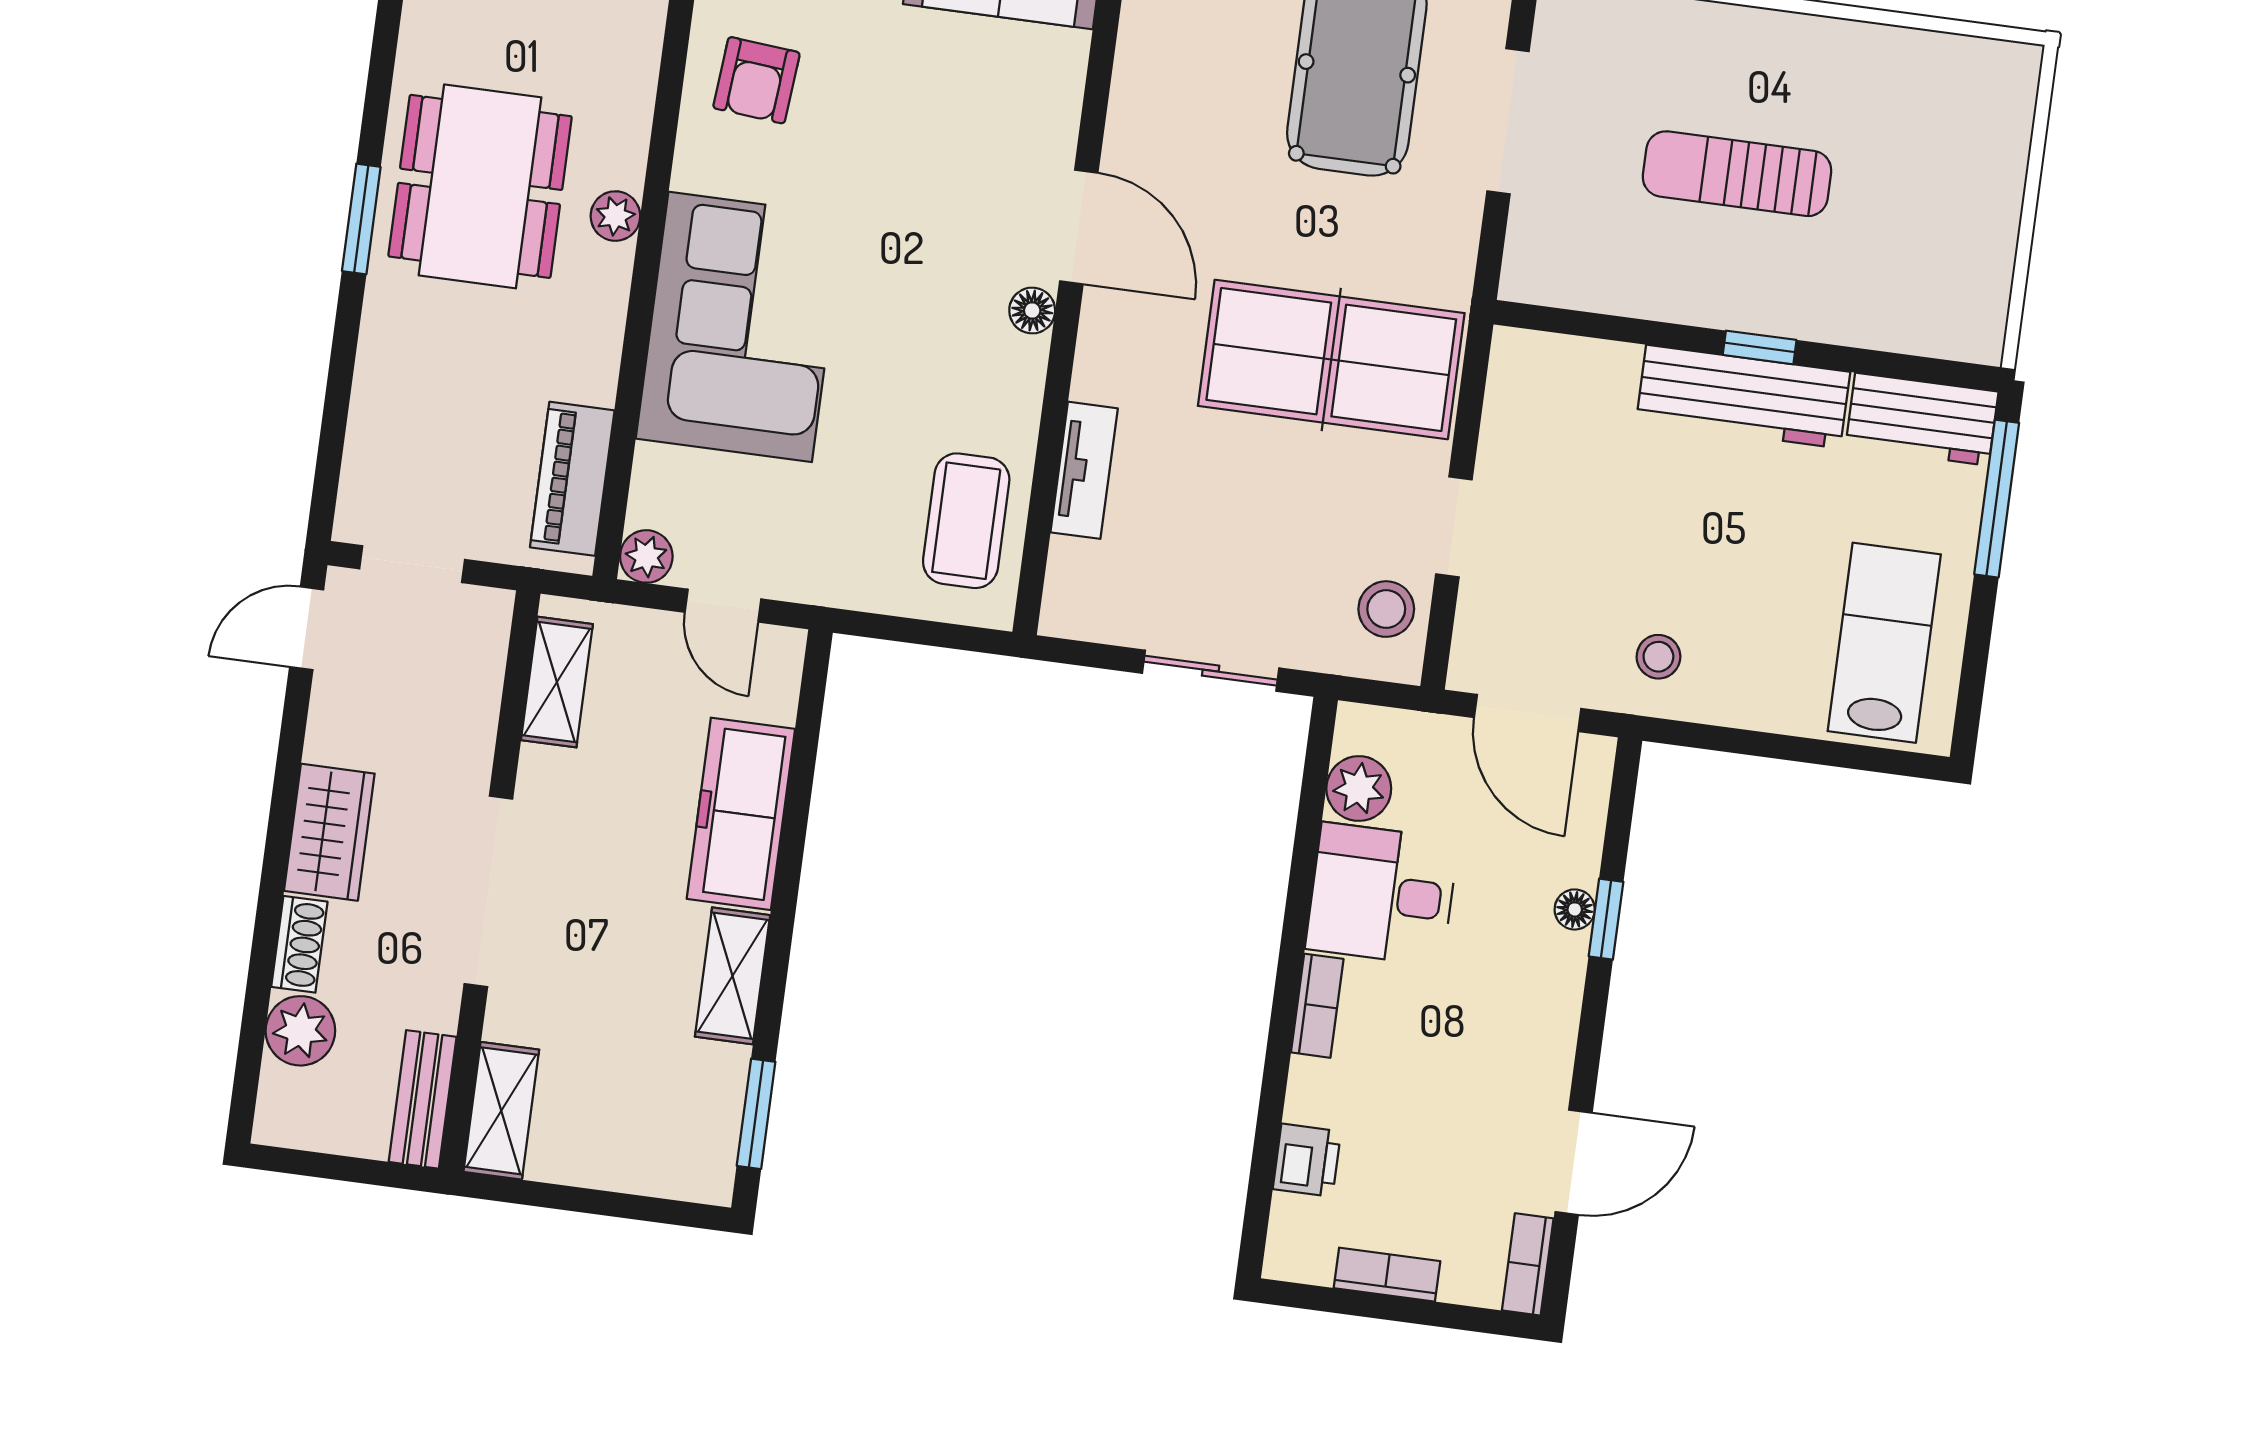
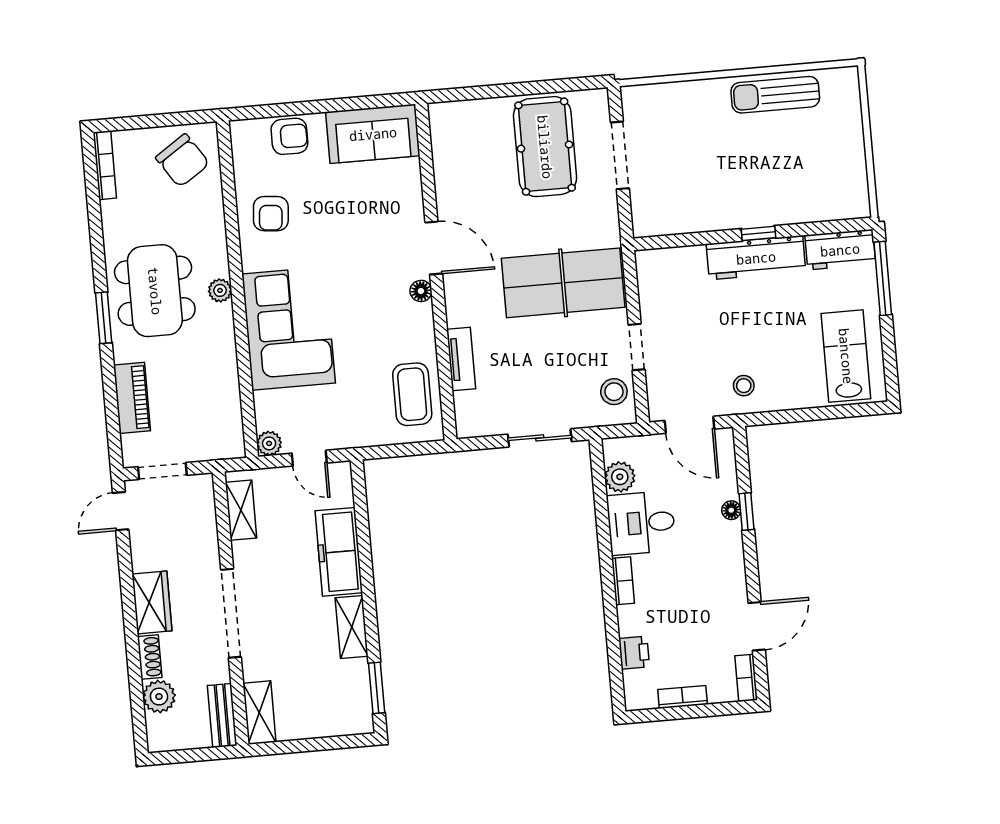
sun lounger: (1737, 174) -> (775, 95), moved
piano: (572, 479) -> (132, 398), moved, turned 180

